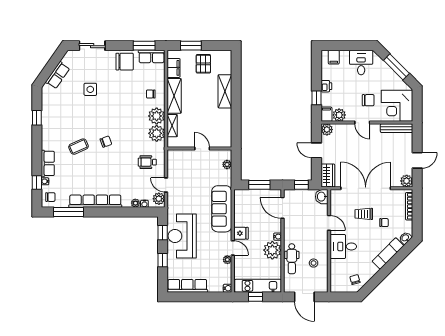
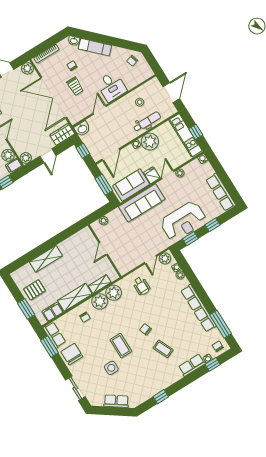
coffee table: (105, 110) -> (121, 346), added
sofa: (244, 209) -> (131, 185), added

